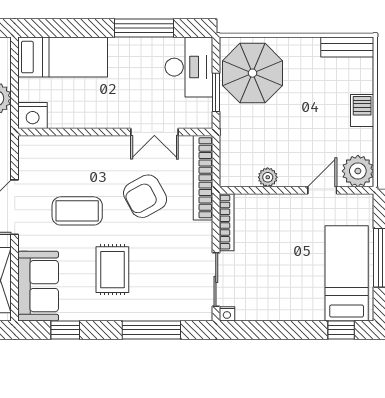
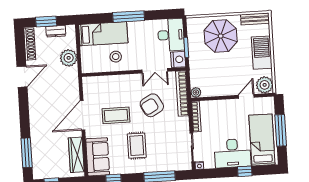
window: (144, 28) -> (129, 17), moved
parasol: (253, 73) -> (221, 36), moved
stool: (83, 101) -> (116, 57), added
barbecue: (362, 111) -> (262, 53), width x1.88, depth x1.53
nightstand: (33, 116) -> (178, 59), moved, turned -90
plant: (268, 177) -> (196, 92), moved
desk: (290, 295) -> (232, 153), added
window: (341, 330) -> (245, 171), moved

